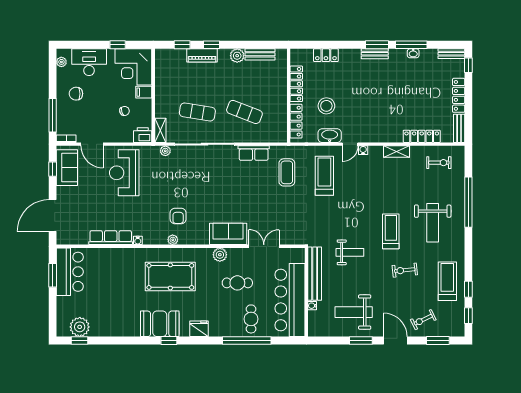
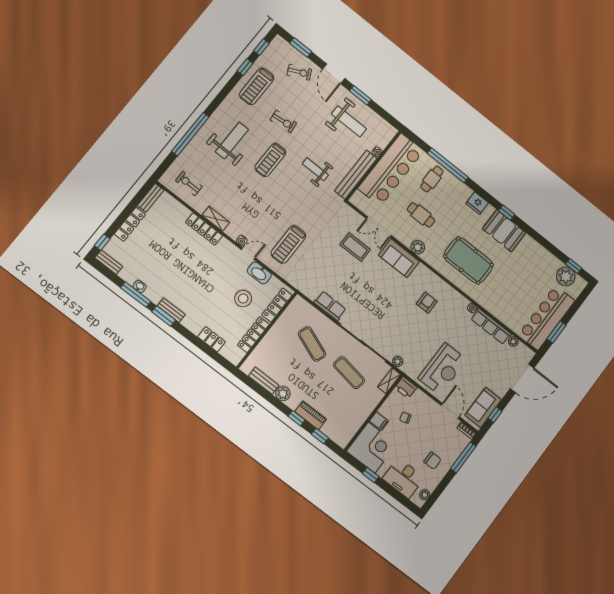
locker: (422, 136) -> (204, 229), moved
coffee table: (287, 172) -> (355, 247), moved, turned 90
plant: (173, 240) -> (513, 341), moved
bar counter: (70, 272) -> (547, 318), width x1.36

